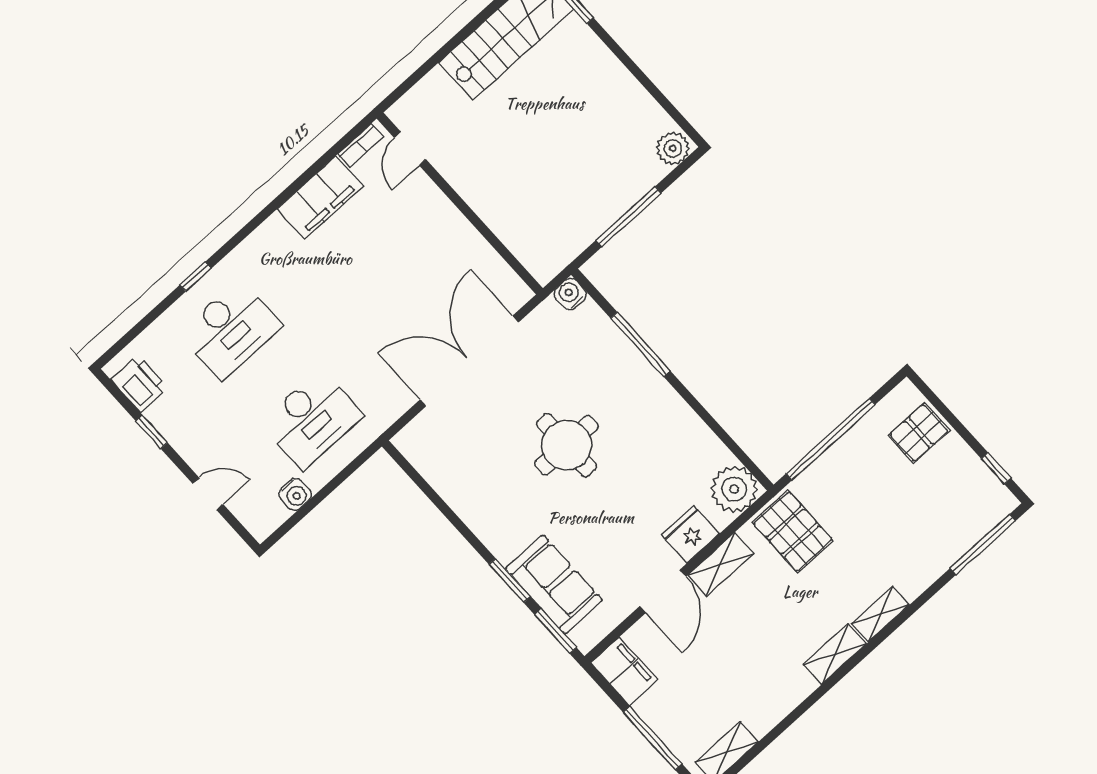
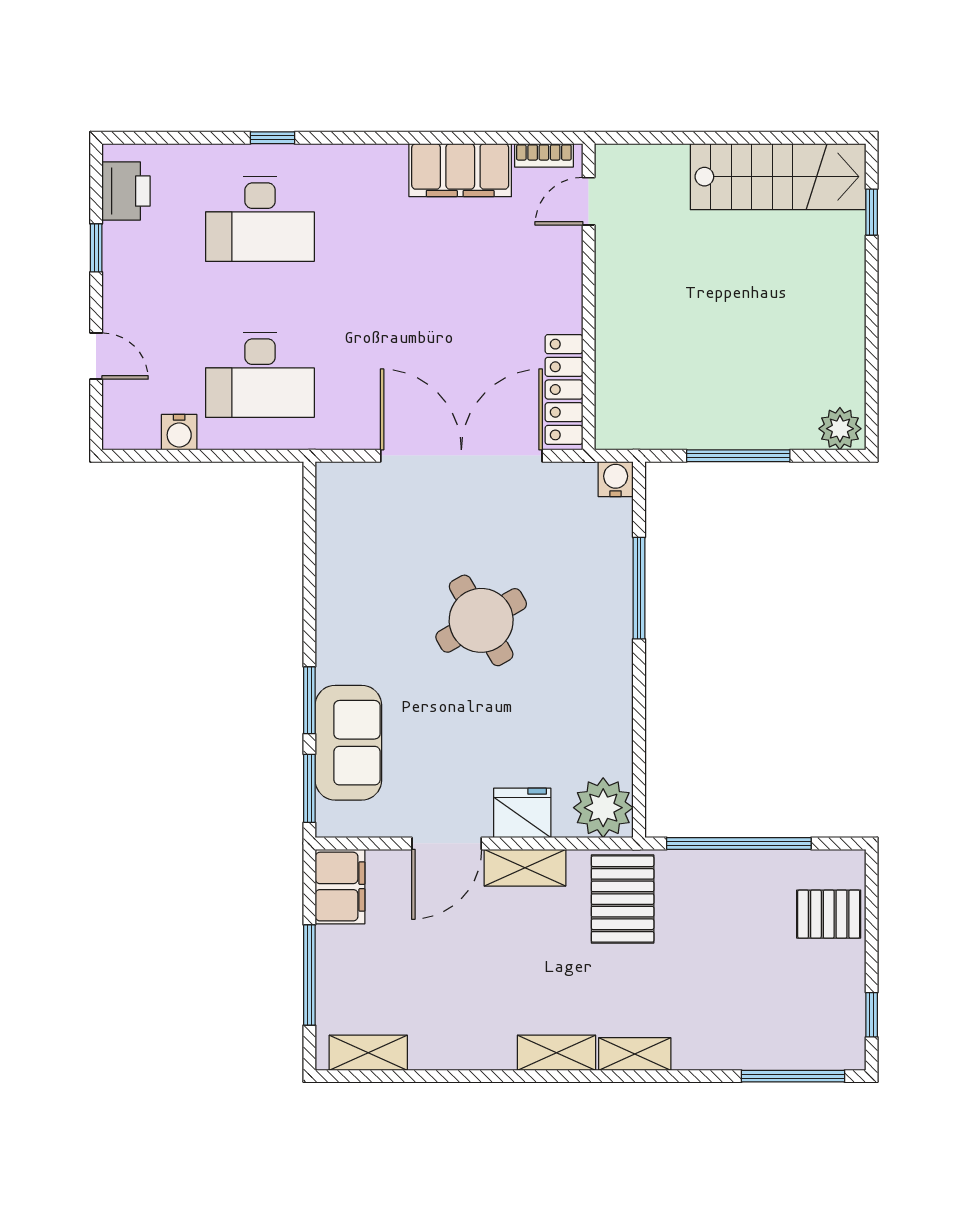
locker: (494, 269) -> (564, 390), added
round table: (567, 445) -> (481, 620), turned -30

